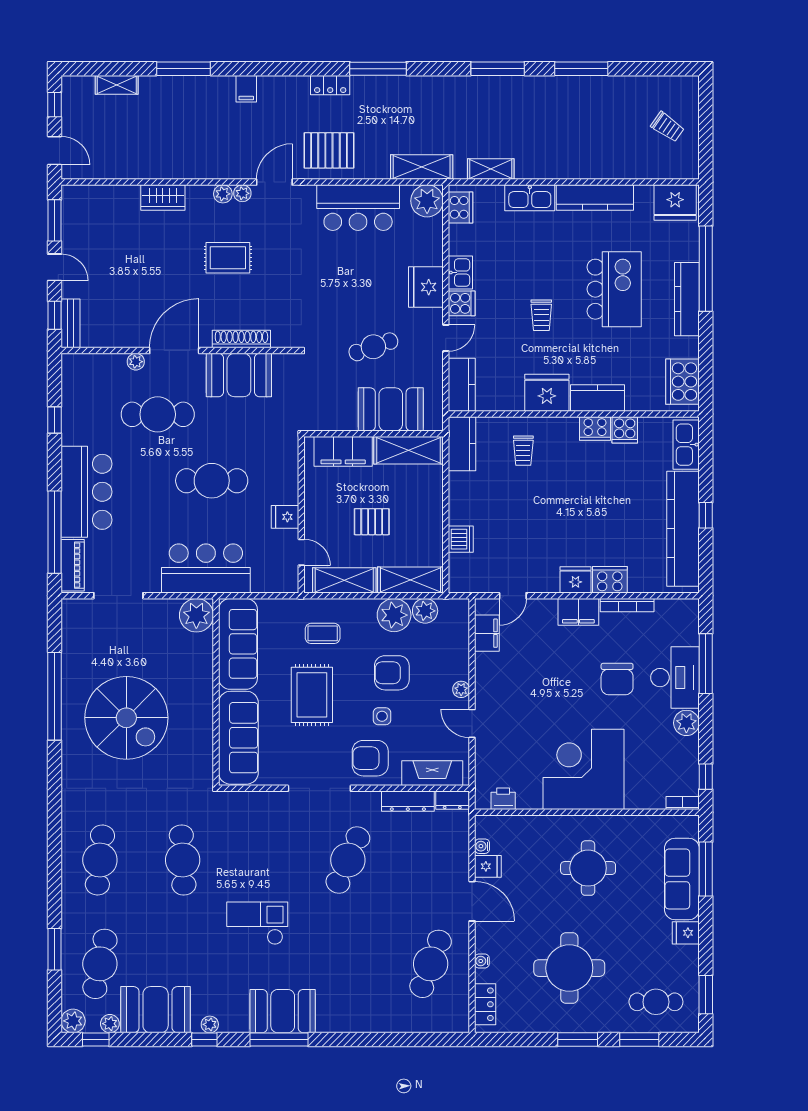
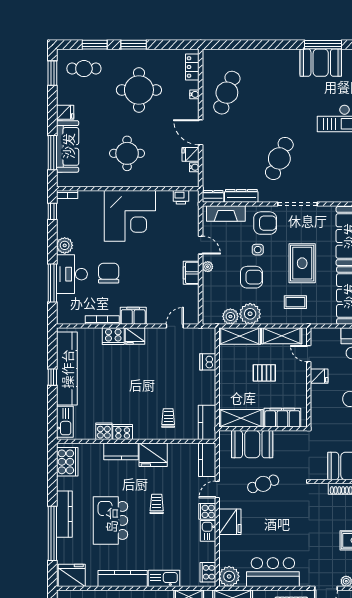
filing cabinet: (487, 633) -> (191, 273), moved

